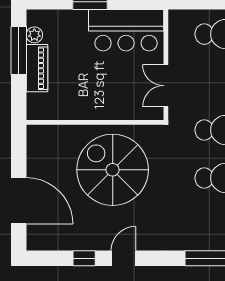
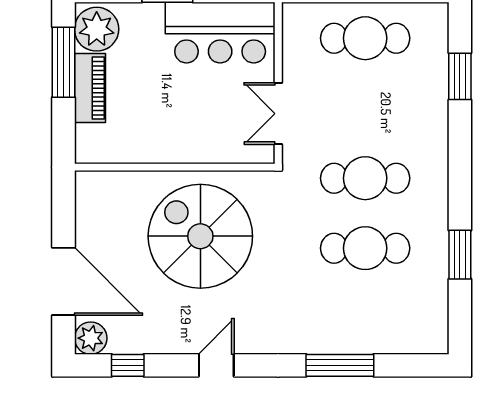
plant: (34, 35) -> (97, 29), width x1.88, depth x1.88
plant: (37, 240) -> (91, 338), added
window: (84, 258) -> (128, 365), moved

